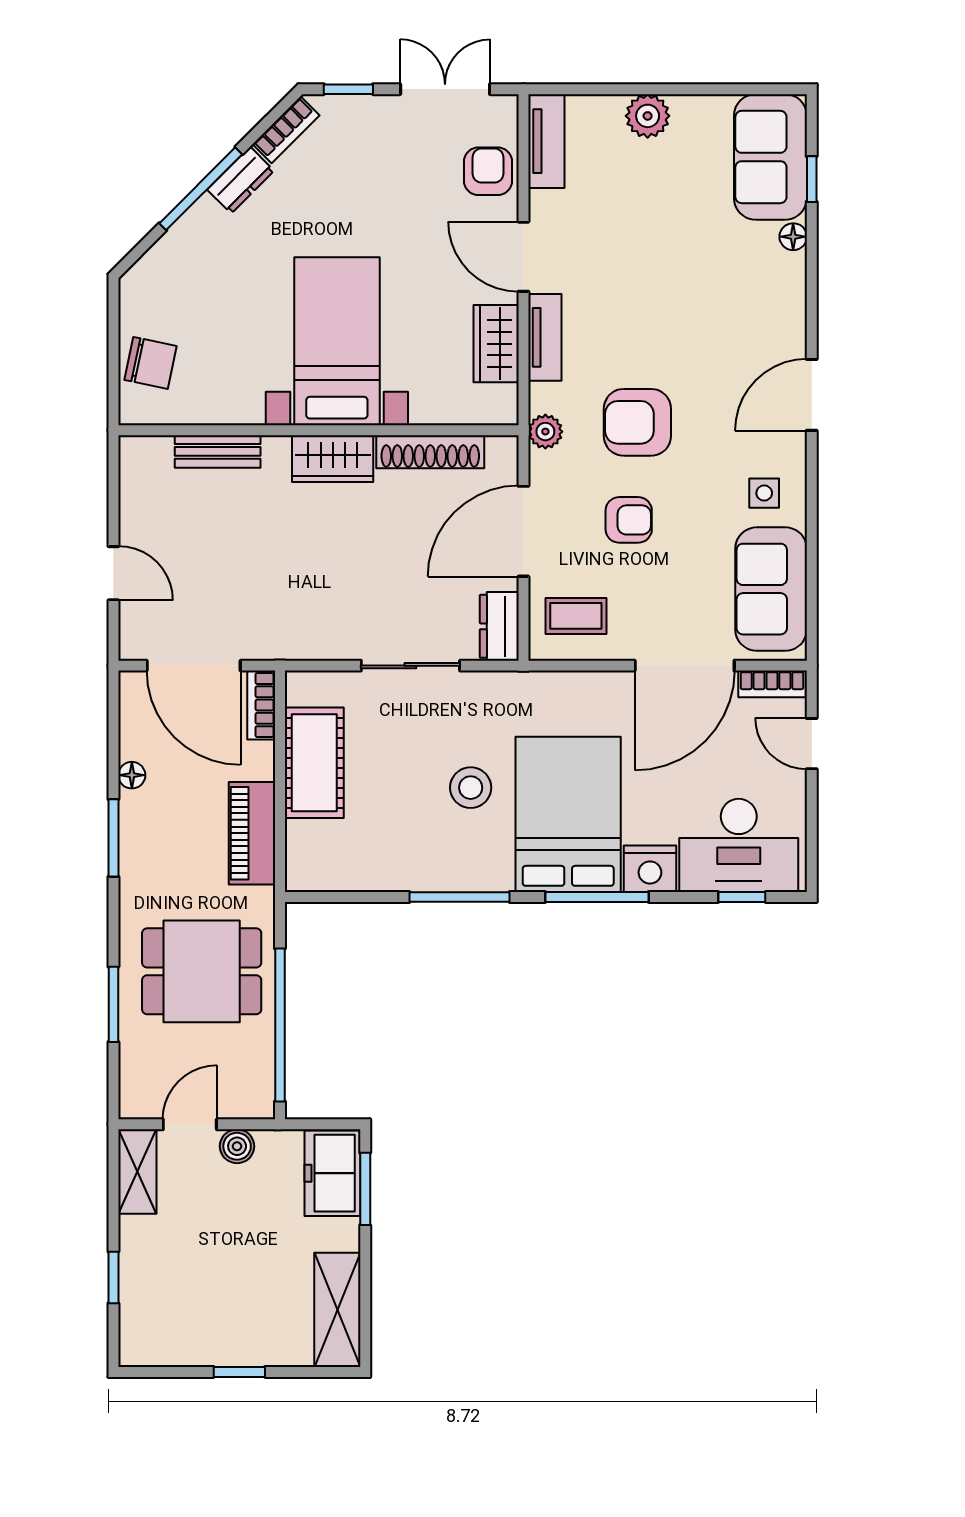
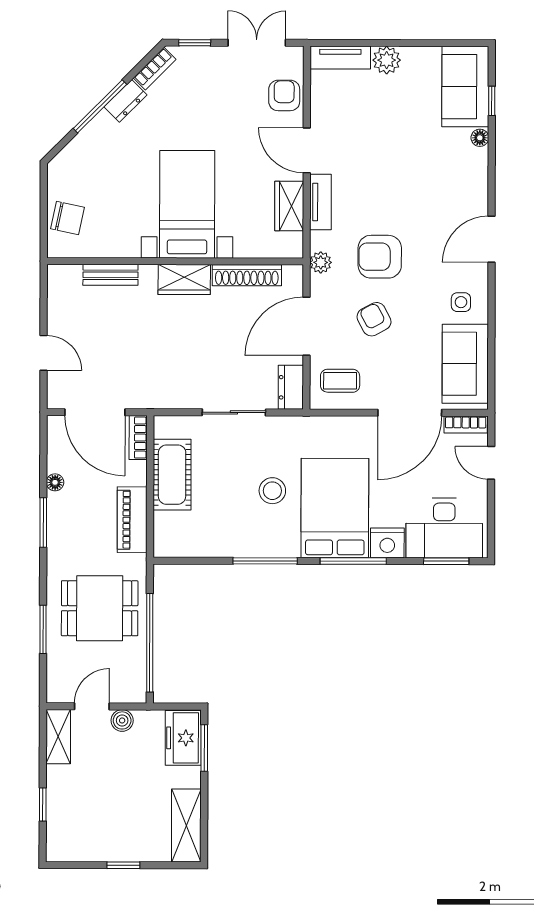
tv unit: (546, 141) -> (340, 58), moved, turned 90
armchair: (629, 520) -> (374, 319), turned -118
window: (742, 897) -> (446, 561), width x1.50

